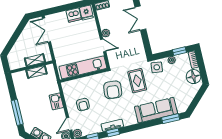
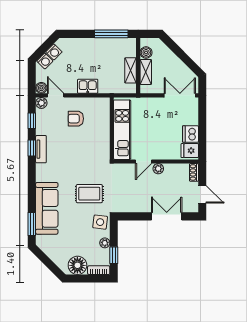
boiler: (20, 63) -> (146, 52), added
armchair: (113, 90) -> (85, 160), removed
window: (17, 112) -> (111, 34), moved

